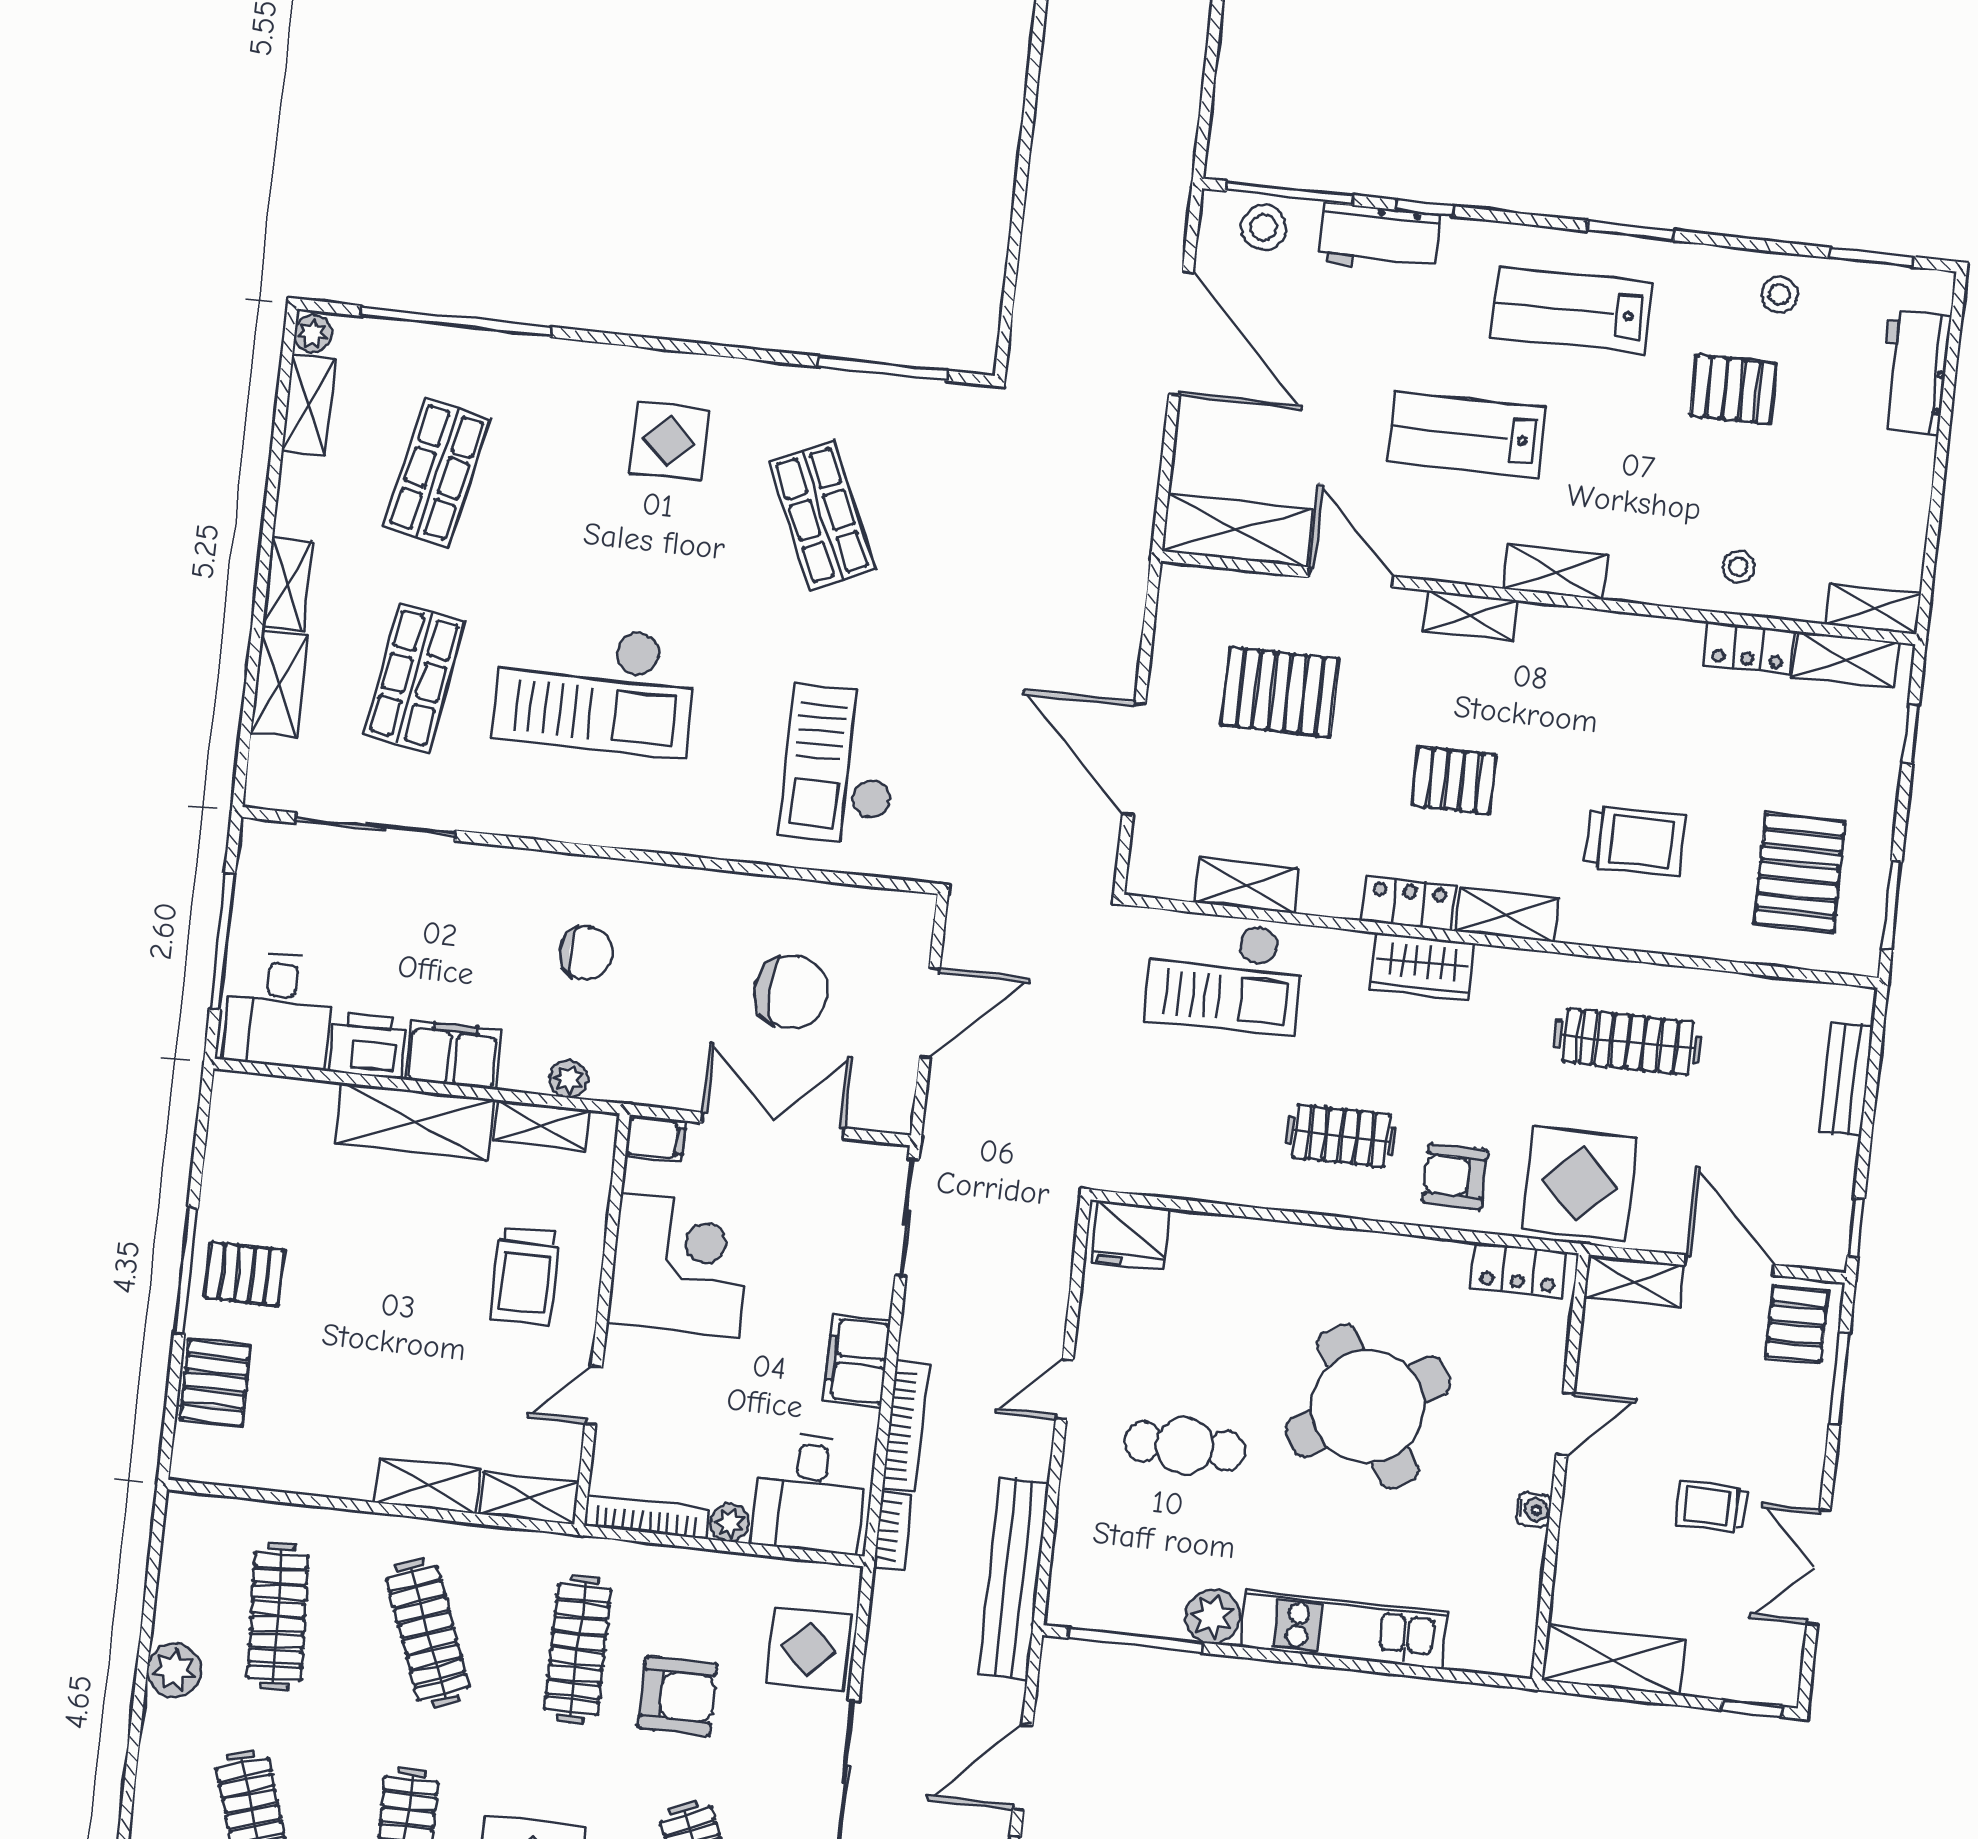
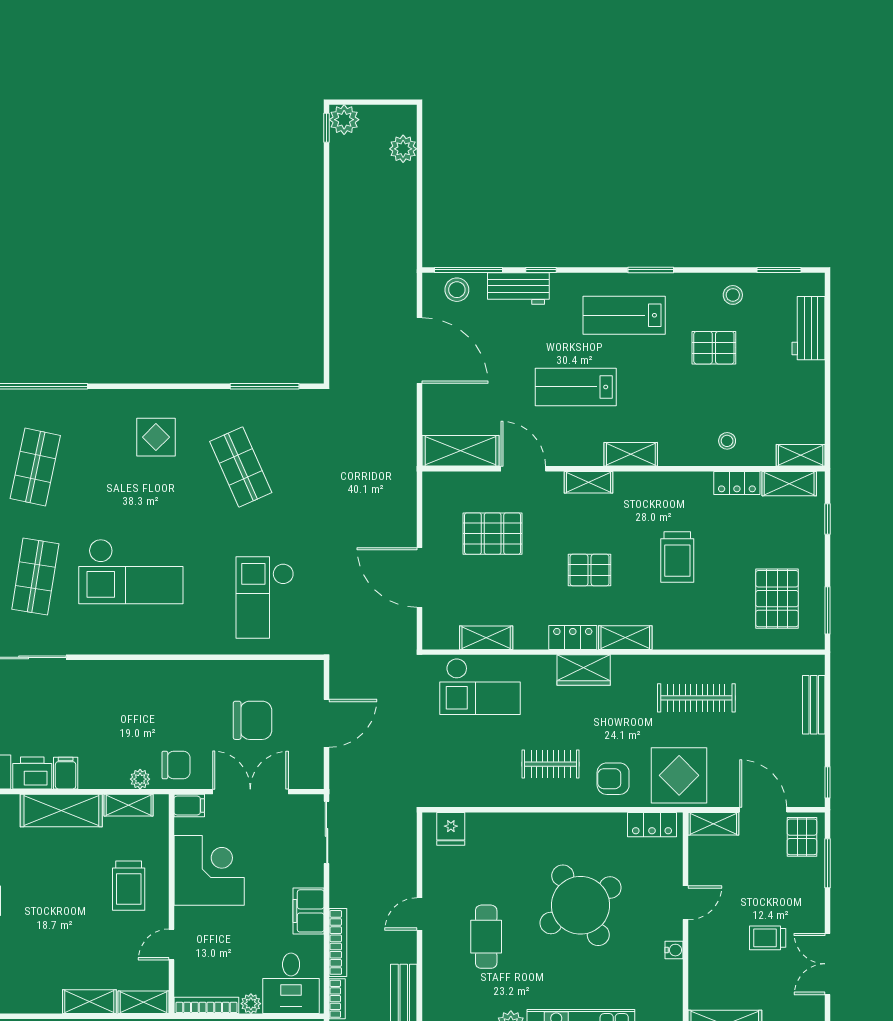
trolley: (1635, 841) -> (677, 557), moved, turned 90
chair: (586, 953) -> (176, 765), moved
filing cabinet: (453, 1055) -> (66, 773), width x0.50
fridge: (1131, 1235) -> (451, 829), width x0.72
cafe table: (1185, 1446) -> (486, 937), turned 90

